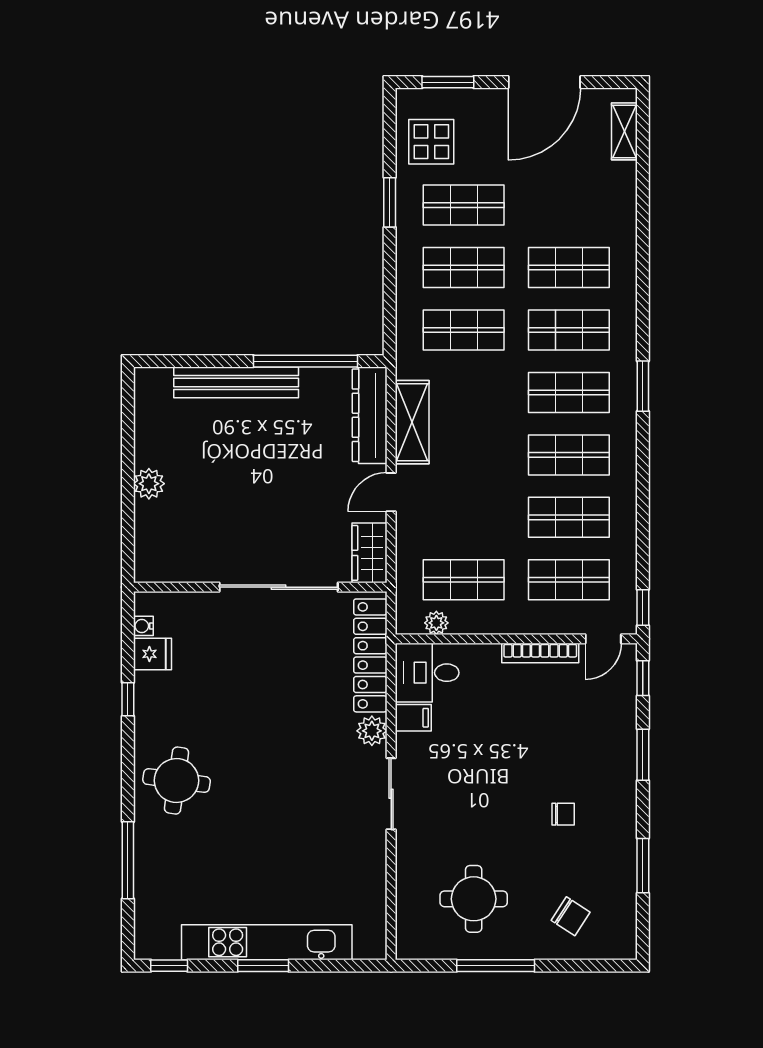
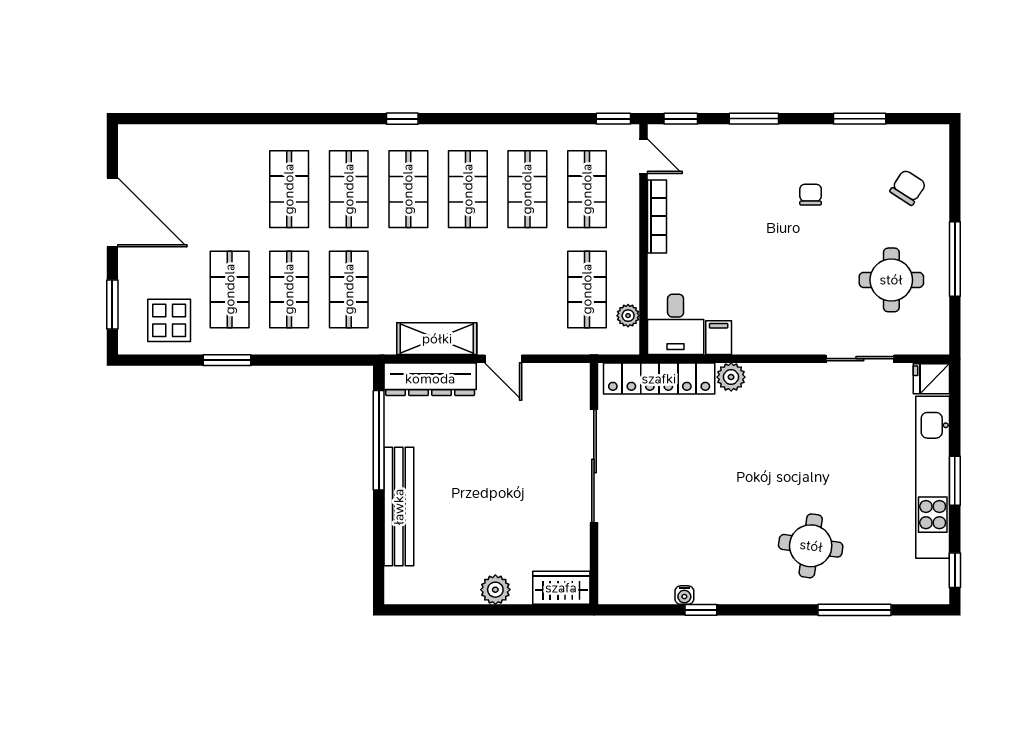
shelving: (624, 131) -> (159, 136), removed
window: (643, 386) -> (402, 119), width x0.67
wardrobe: (369, 553) -> (561, 588), moved, turned 180
water cooler: (143, 626) -> (684, 595), moved
fridge: (152, 654) -> (931, 379), moved, turned -90
round table: (177, 781) -> (811, 546), moved
sliding door: (391, 794) -> (860, 359), moved

